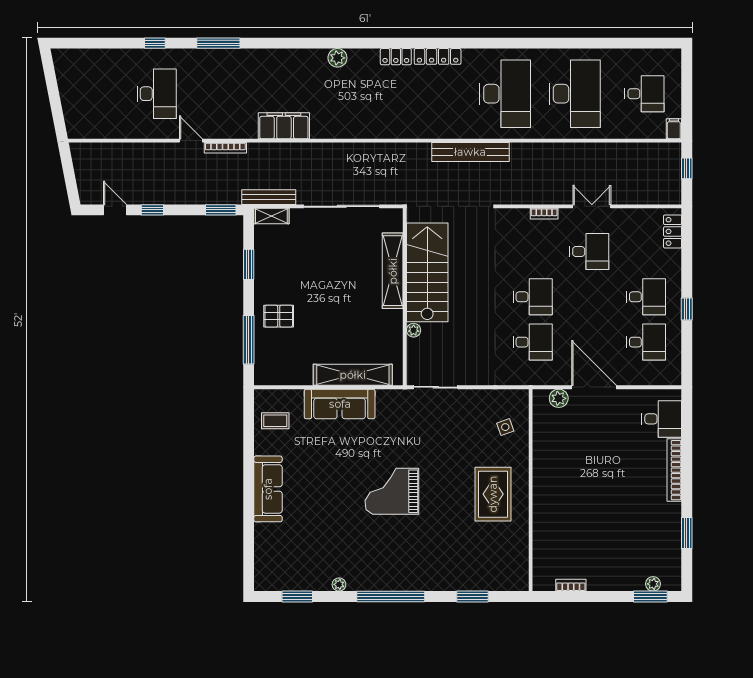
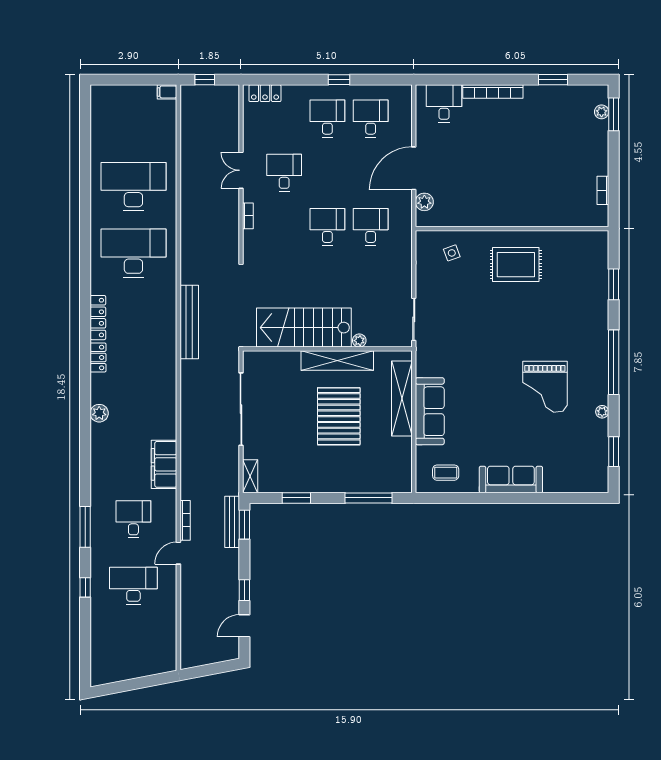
desk: (644, 94) -> (133, 519), moved
bench: (470, 152) -> (189, 322), moved
bench: (269, 197) -> (232, 522), moved
shelving: (393, 271) -> (337, 360), moved
pallet: (279, 316) -> (339, 416), moved, width x2.05, depth x2.00
coffee table: (275, 421) -> (446, 473), turned 90
grand piano: (392, 491) -> (545, 387), moved

